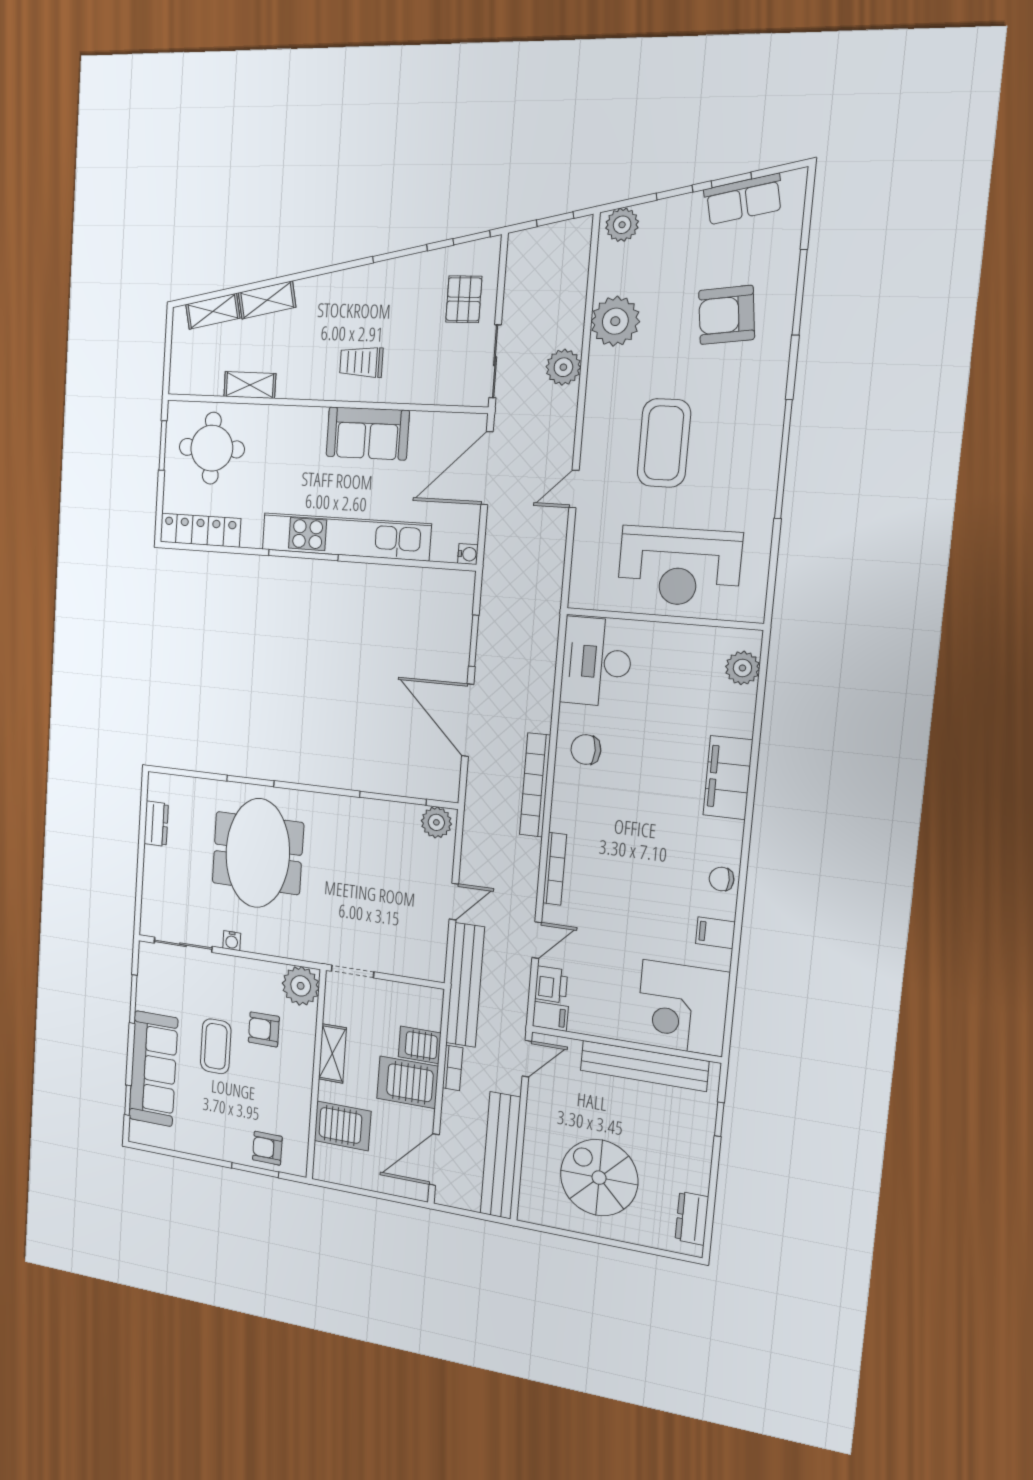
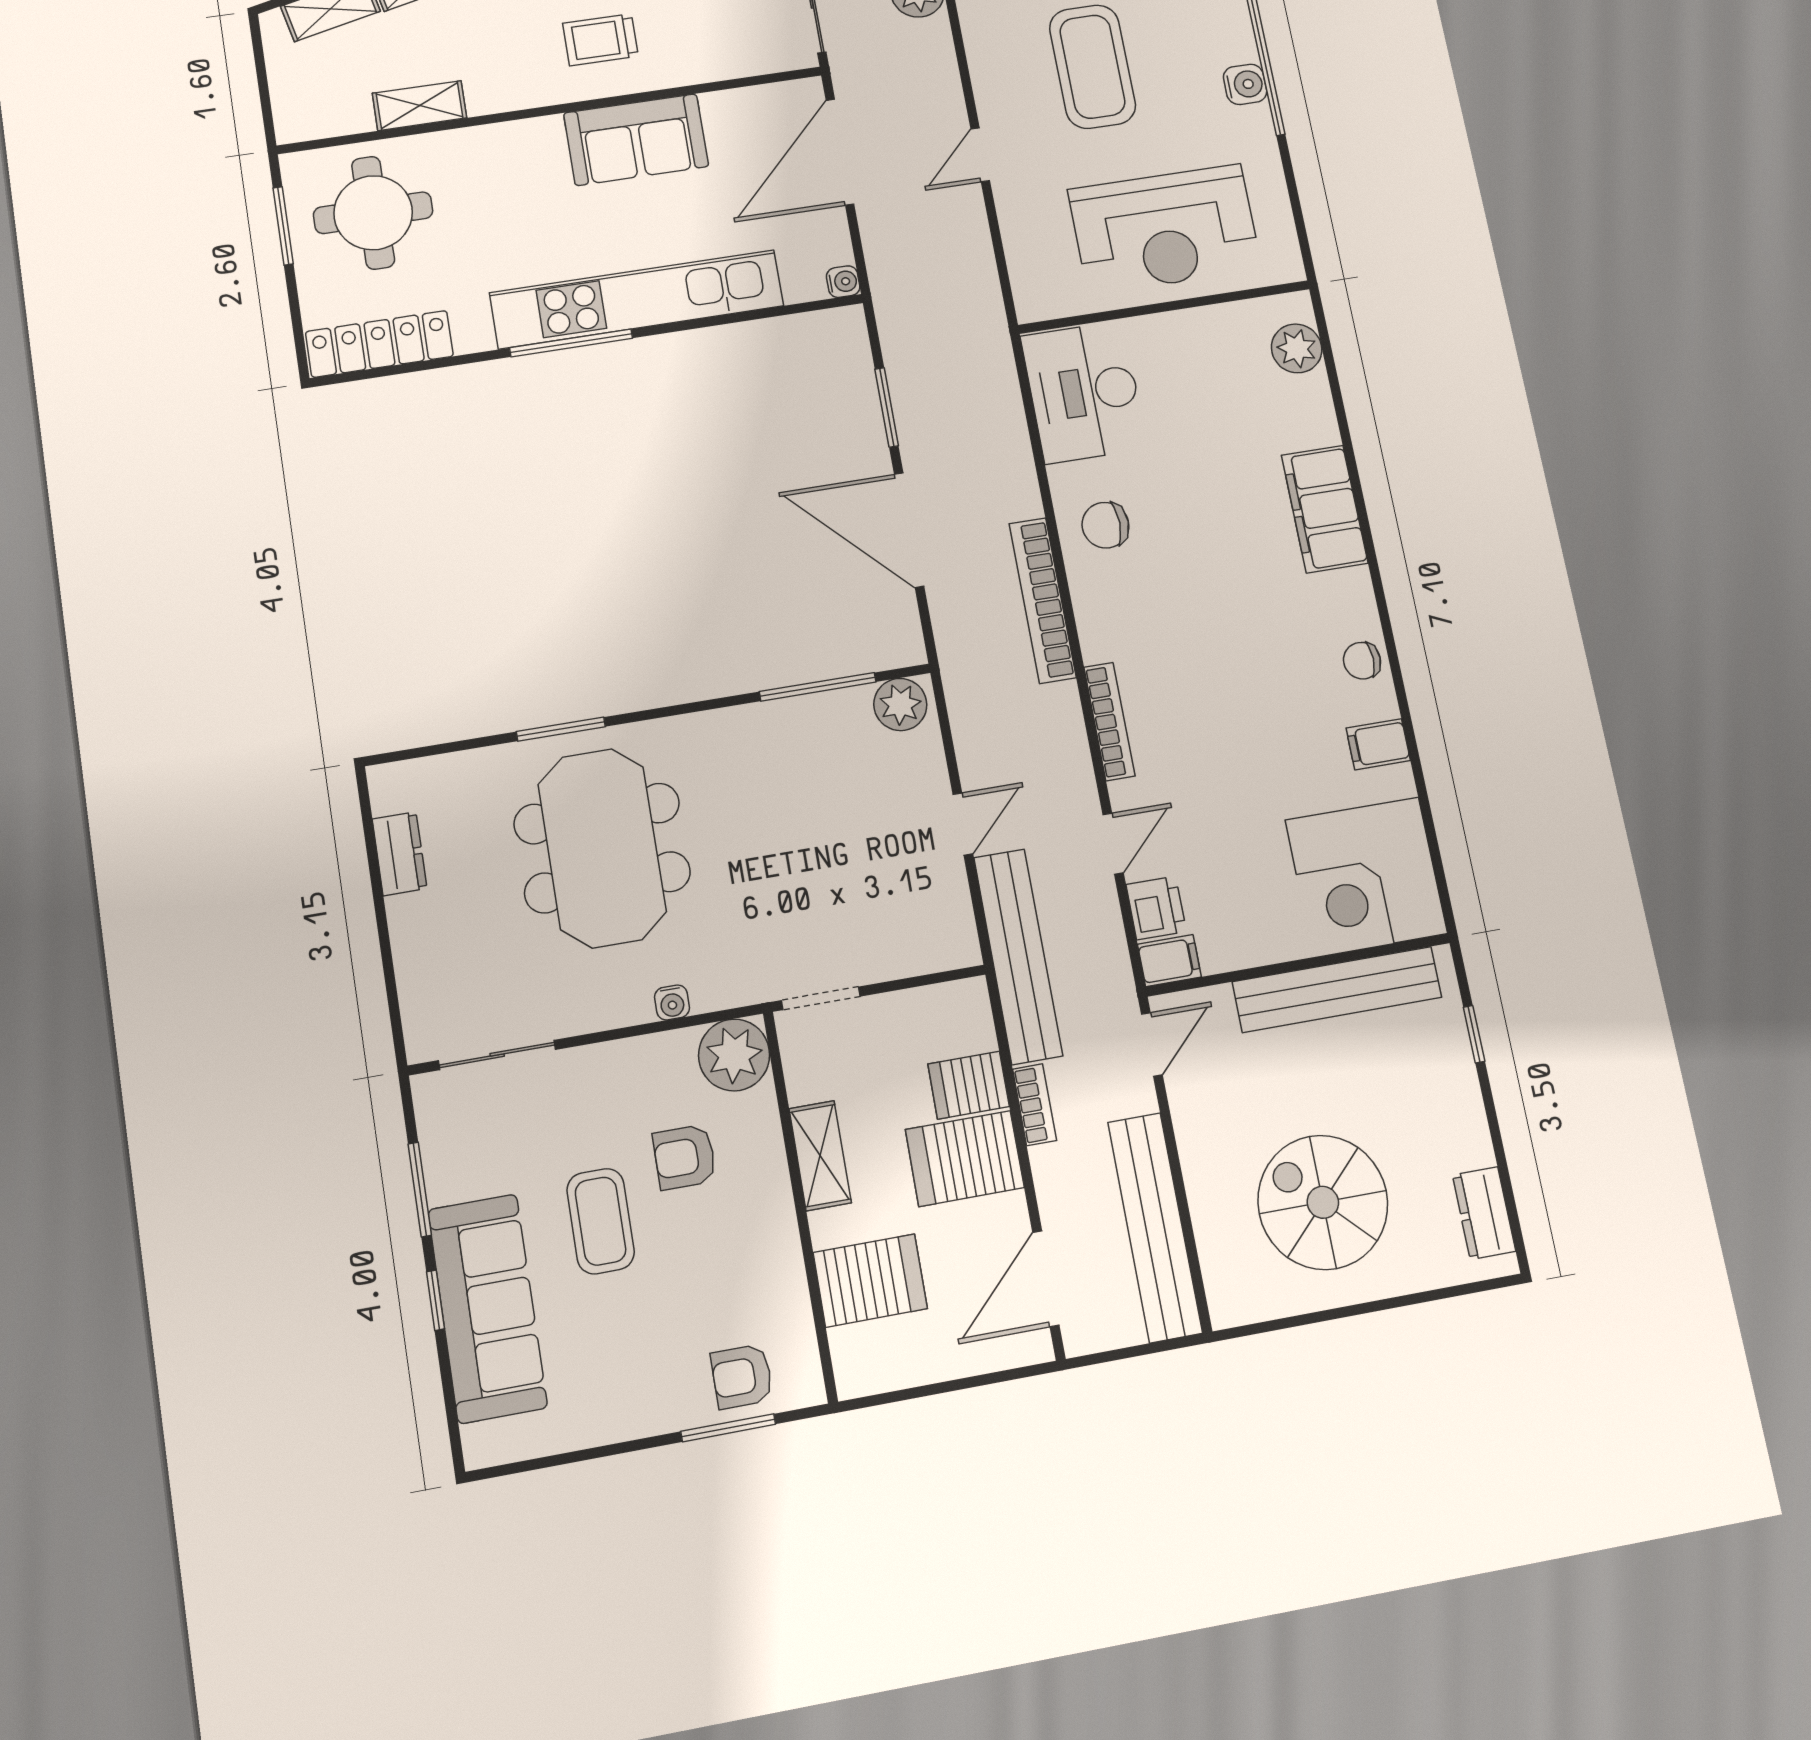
water cooler: (764, 477) -> (1245, 84), added
water cooler: (232, 941) -> (672, 1002), moved
window: (128, 1100) -> (435, 1300), moved

